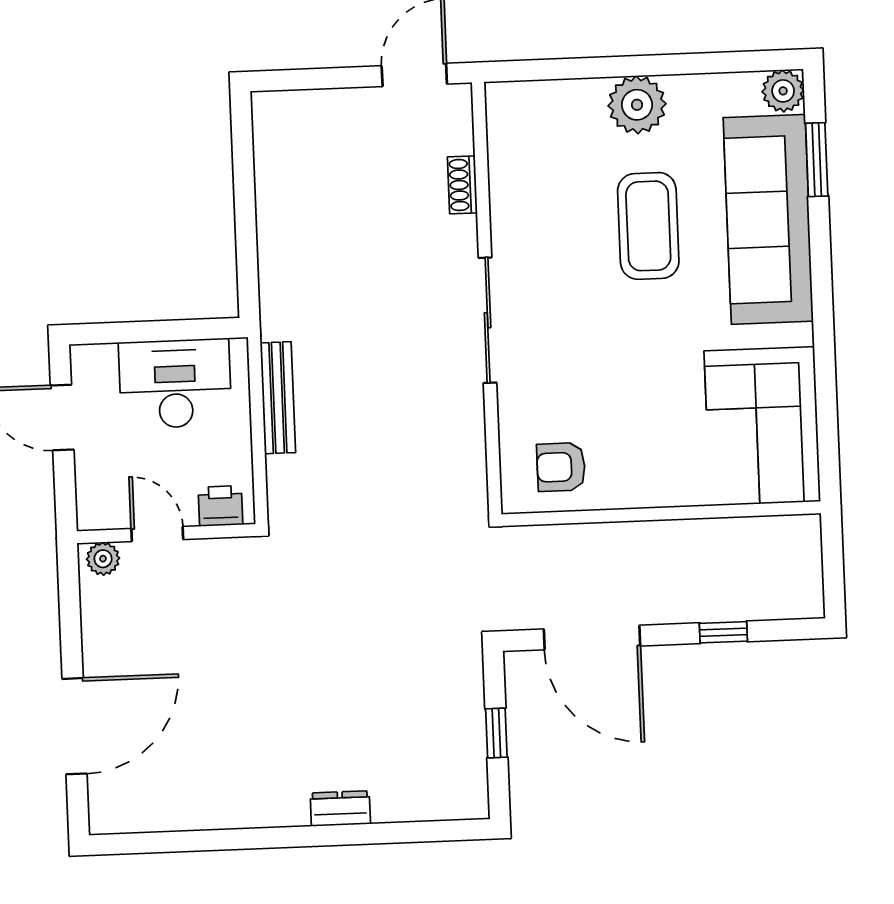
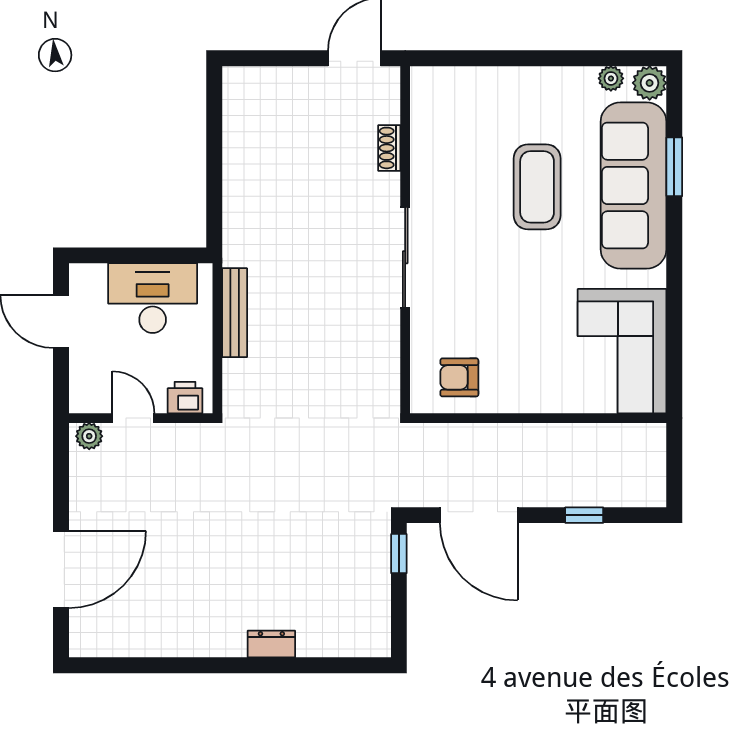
plant: (637, 105) -> (611, 78), moved, width x0.53, depth x0.53
window: (817, 160) -> (674, 167), moved
window: (496, 733) -> (399, 554), moved

